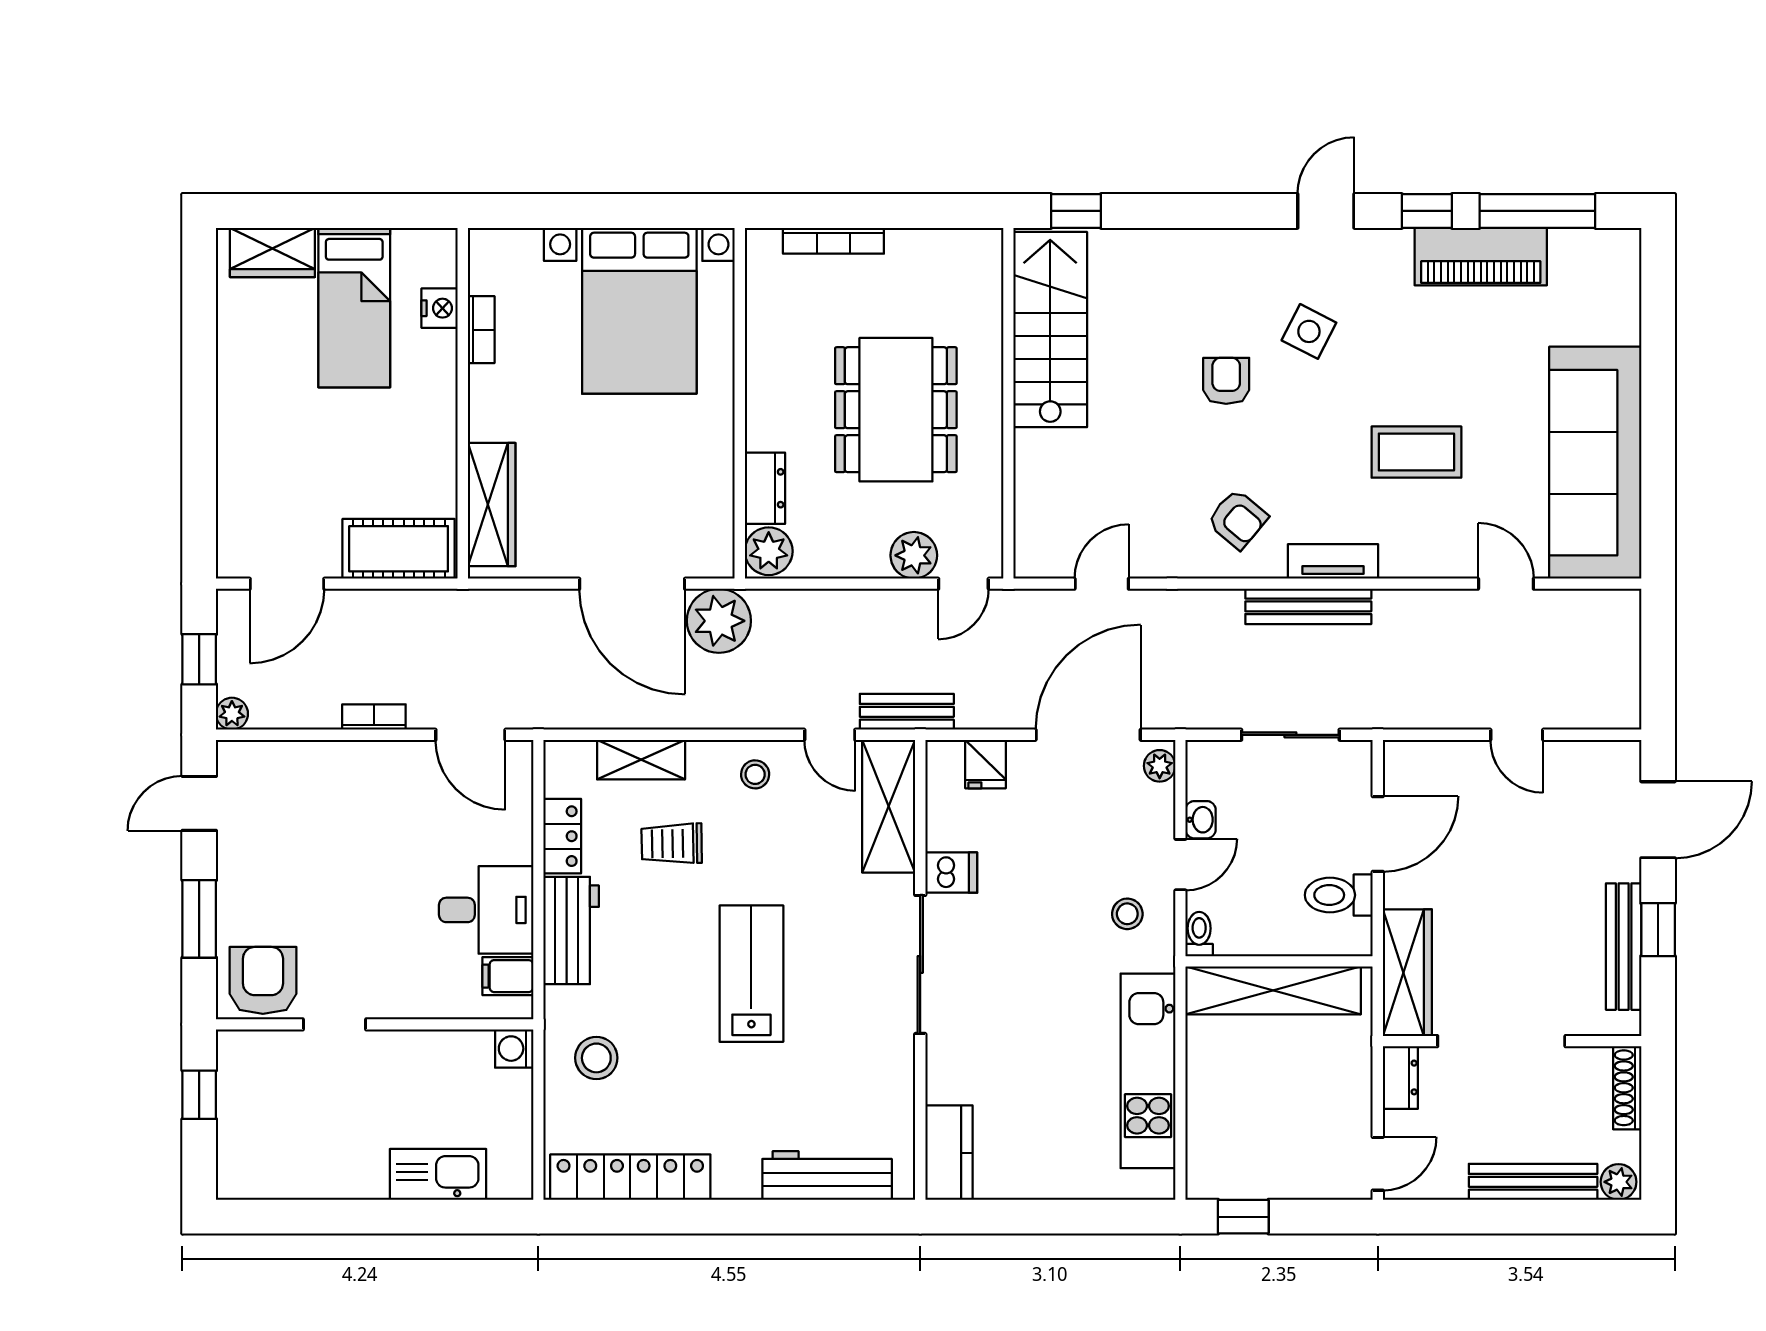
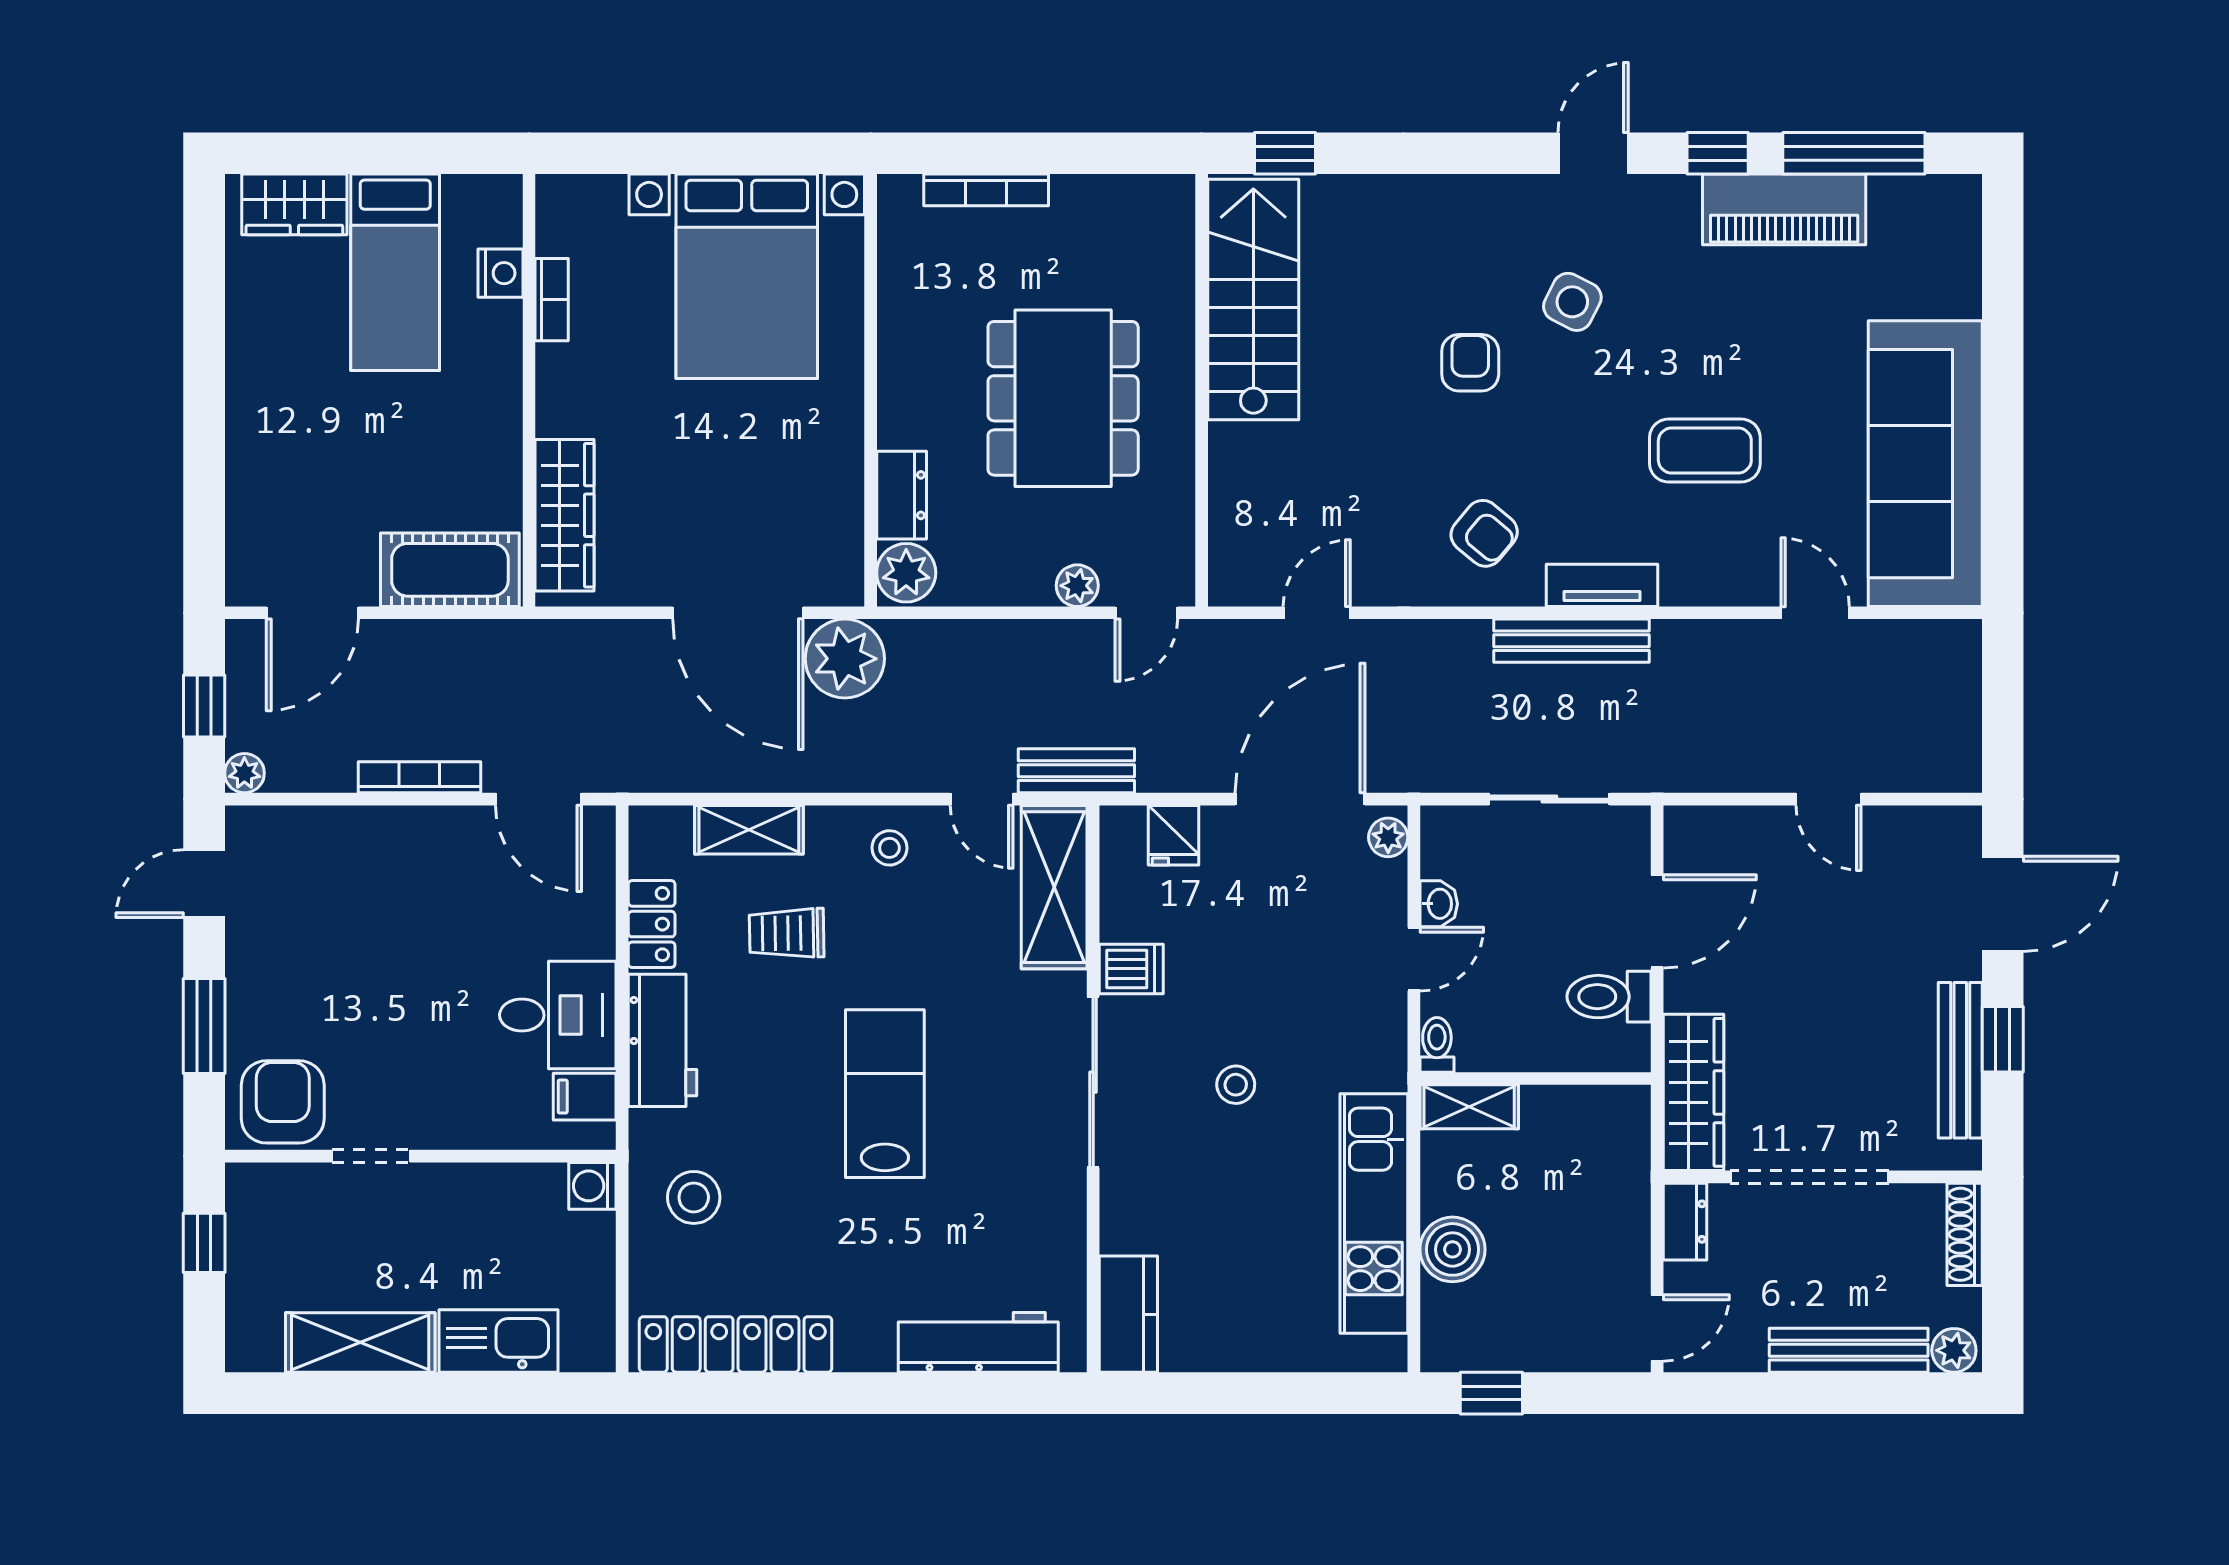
plant: (914, 555) -> (1077, 586), width x0.73, depth x0.73
bookcase: (374, 717) -> (420, 777), width x1.56
stool: (1127, 914) -> (1236, 1085), moved
shelving: (1273, 990) -> (1469, 1107), width x0.45, depth x0.75
boiler: (1212, 1100) -> (1452, 1249), added
shelving: (326, 1176) -> (360, 1343), added

